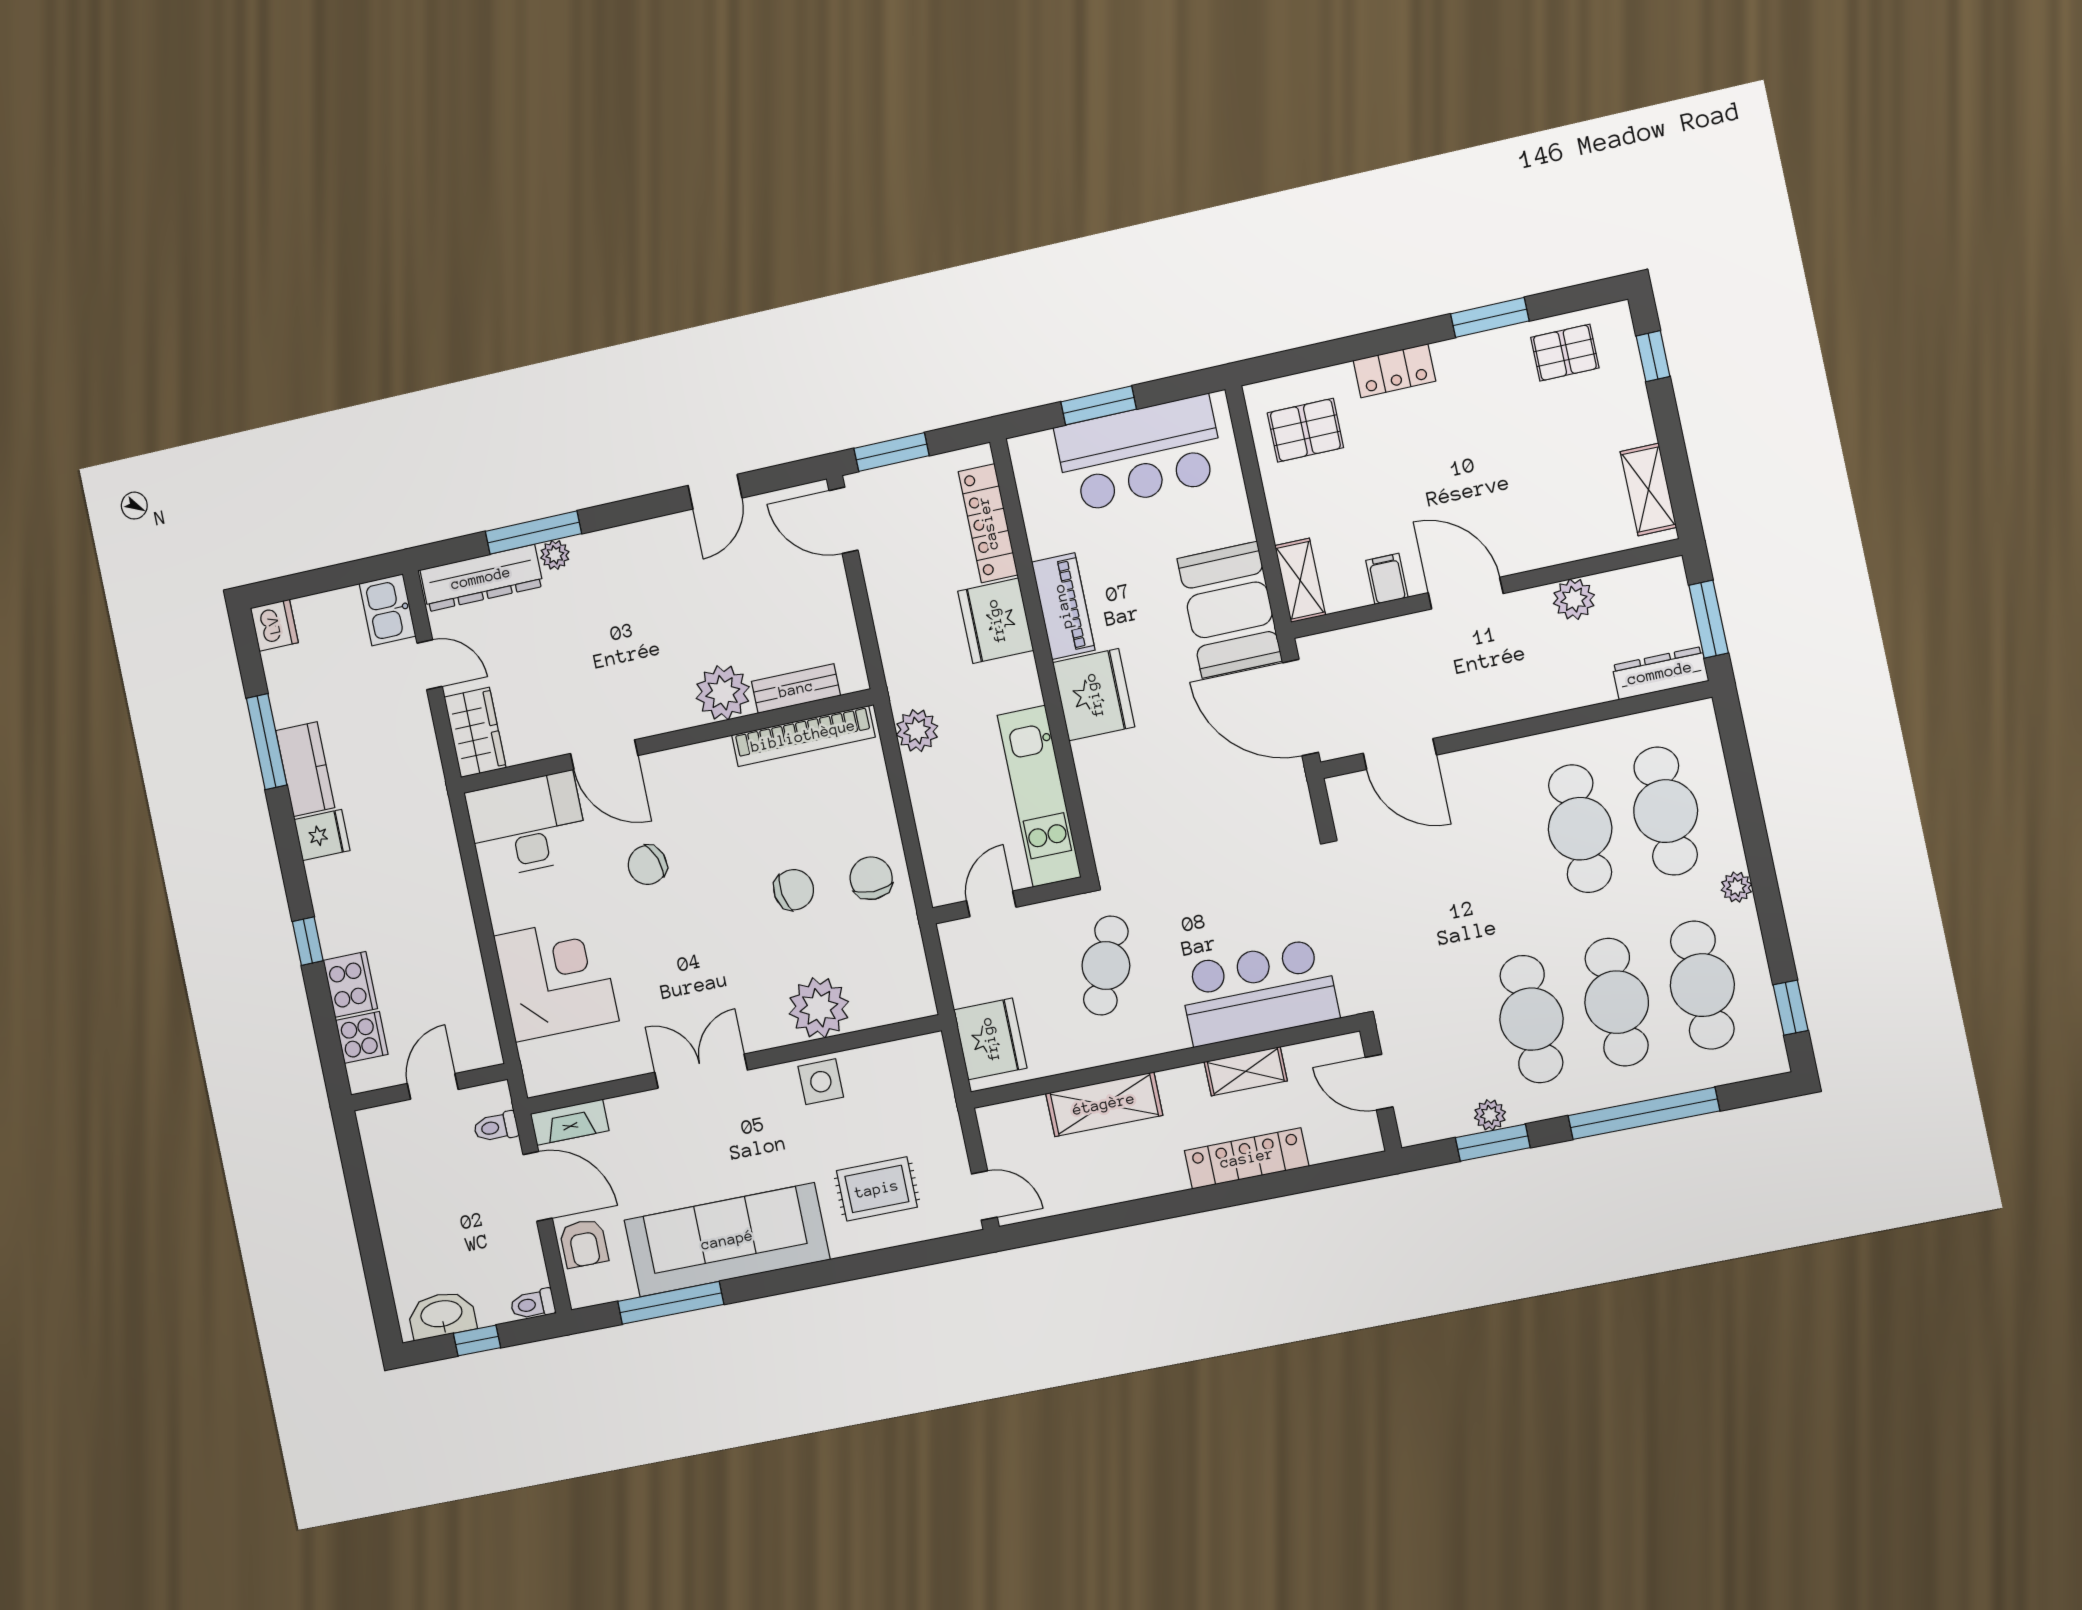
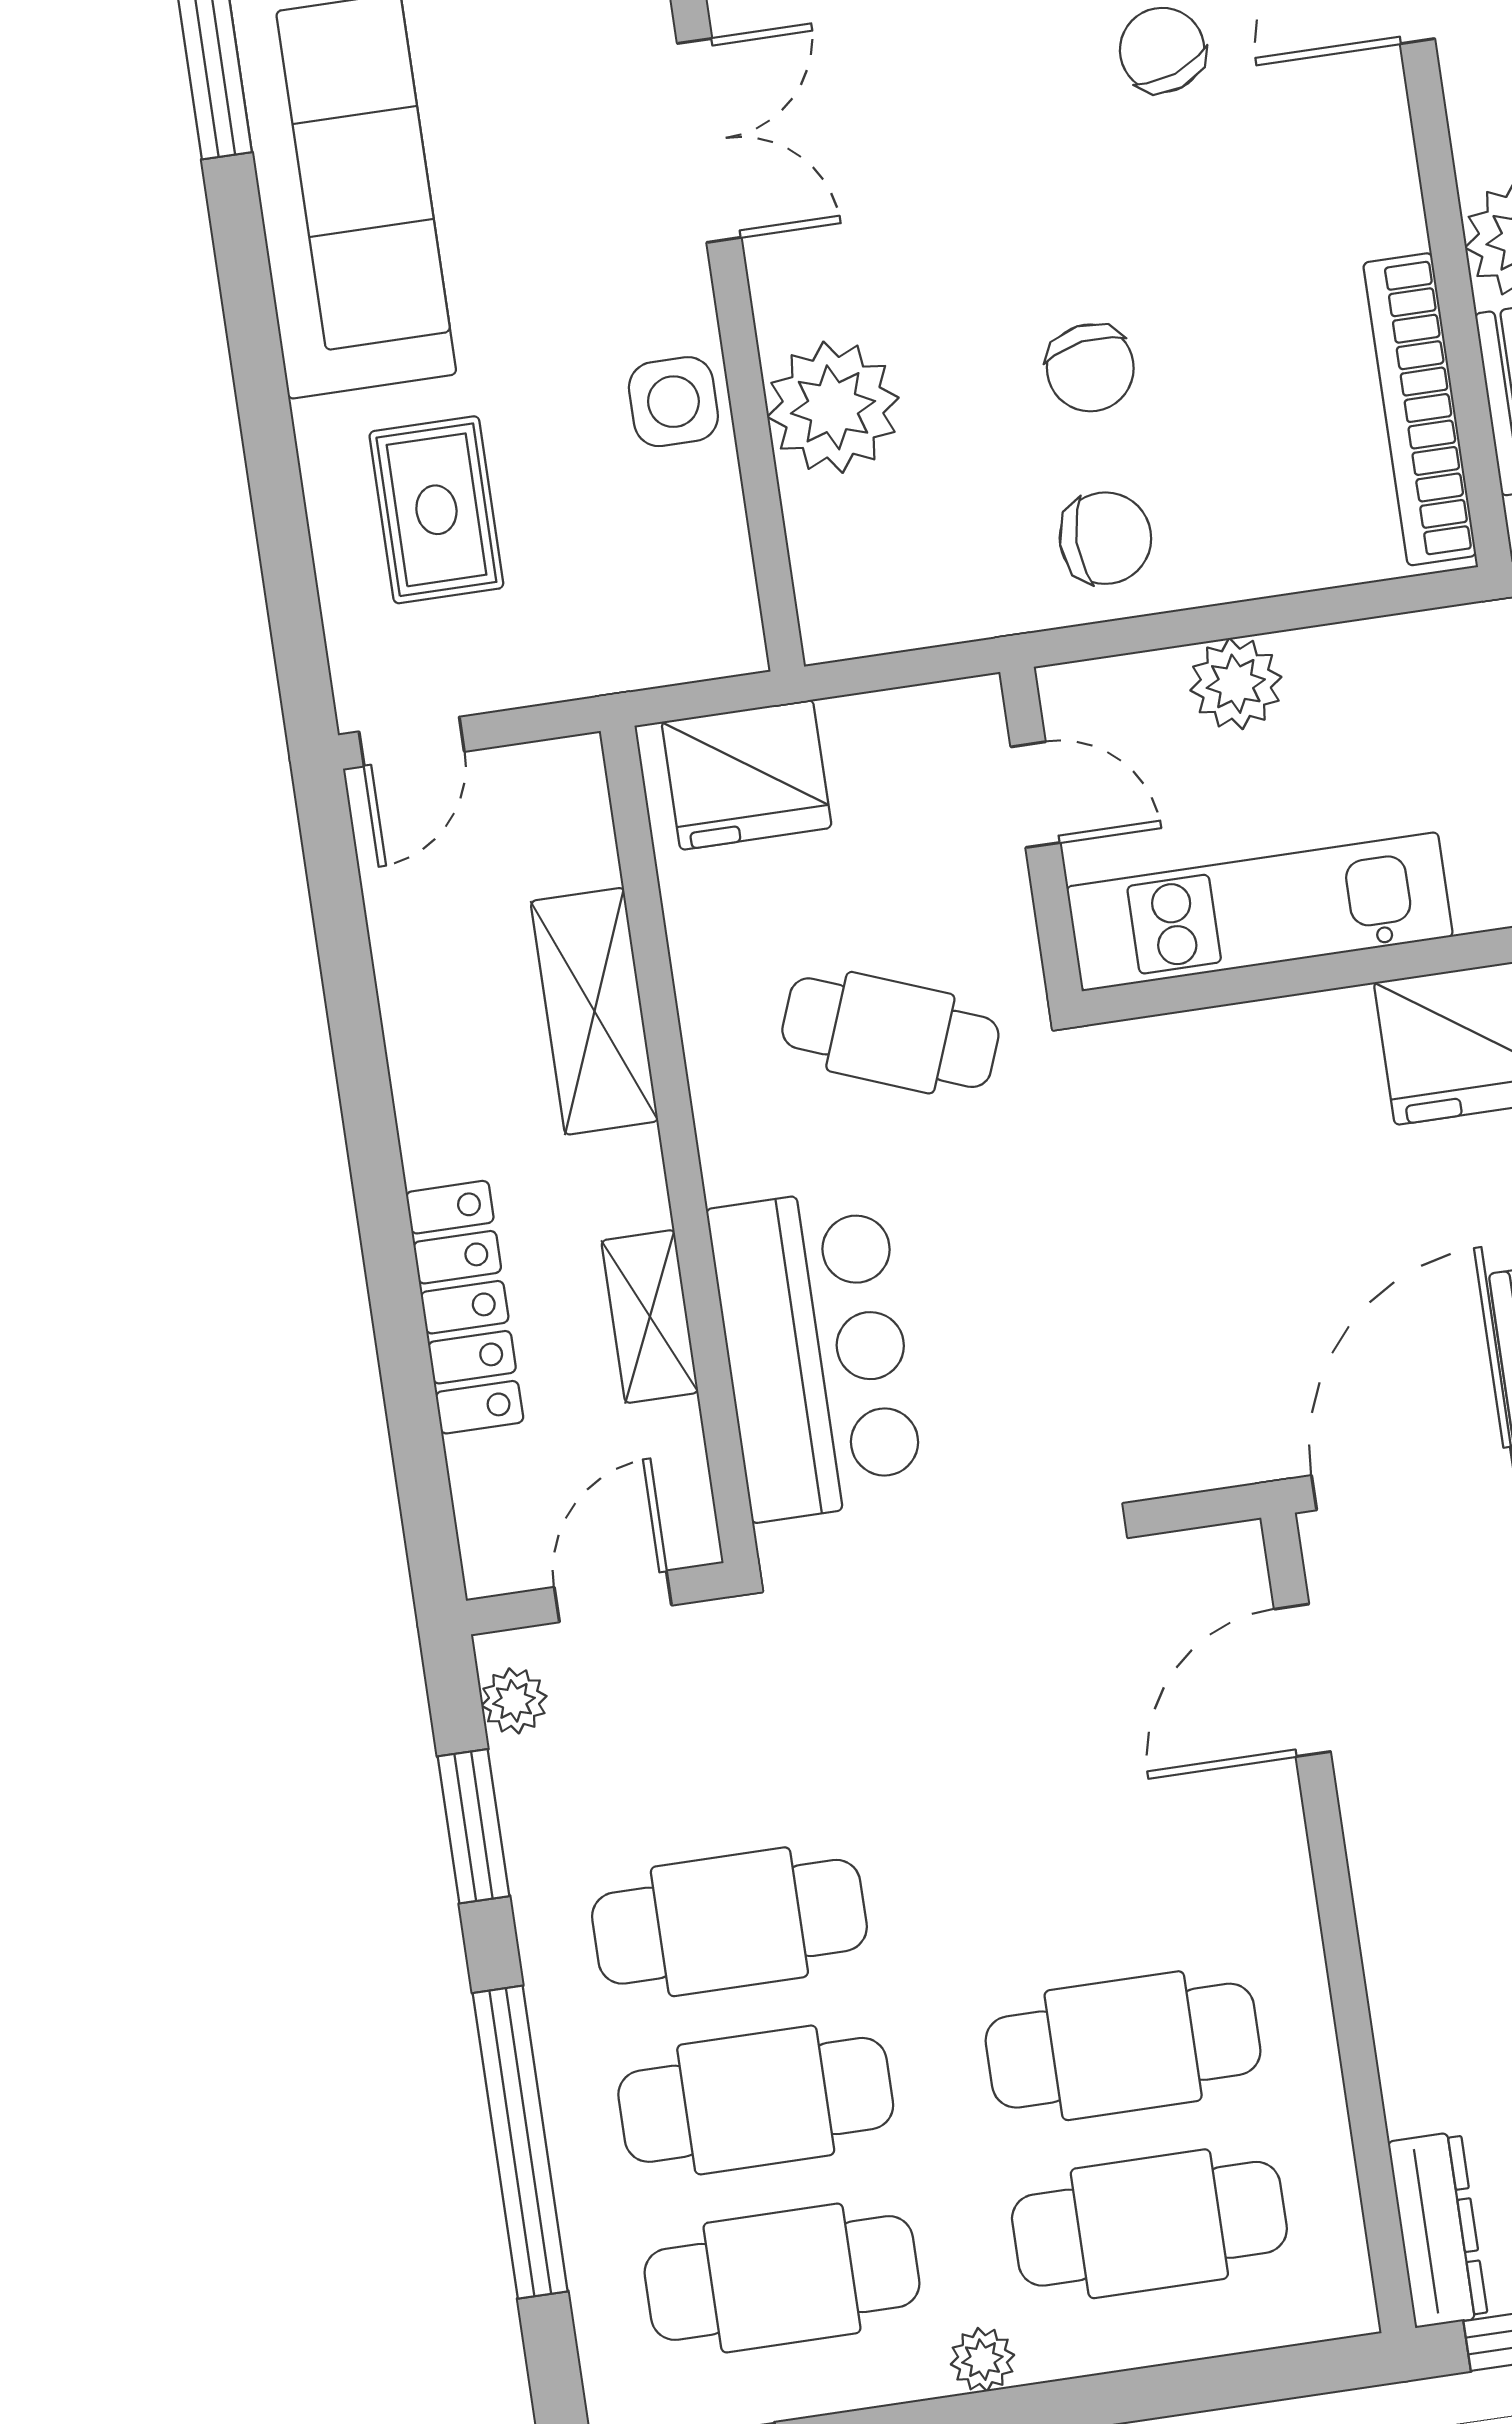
plant: (917, 731) -> (1236, 684), moved
plant: (1490, 1115) -> (514, 1701), moved

